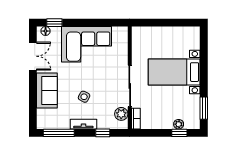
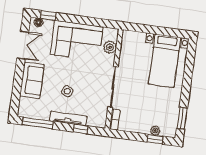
bed with nightstands: (174, 72) -> (164, 61), moved, turned -90
plant: (121, 114) -> (110, 47), moved
tv unit: (83, 124) -> (68, 118), width x1.41

